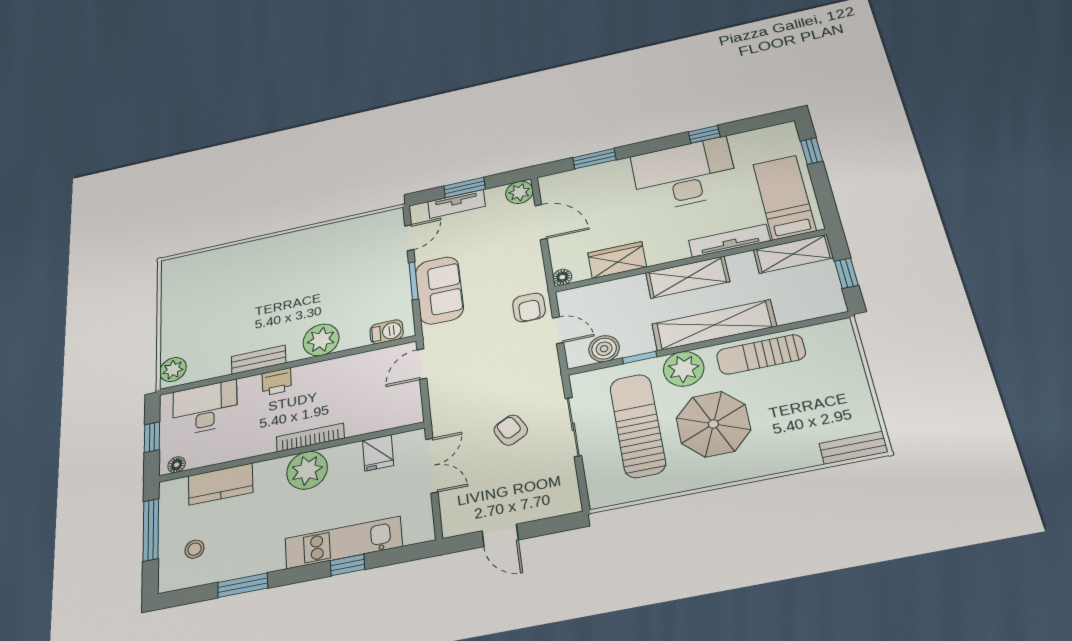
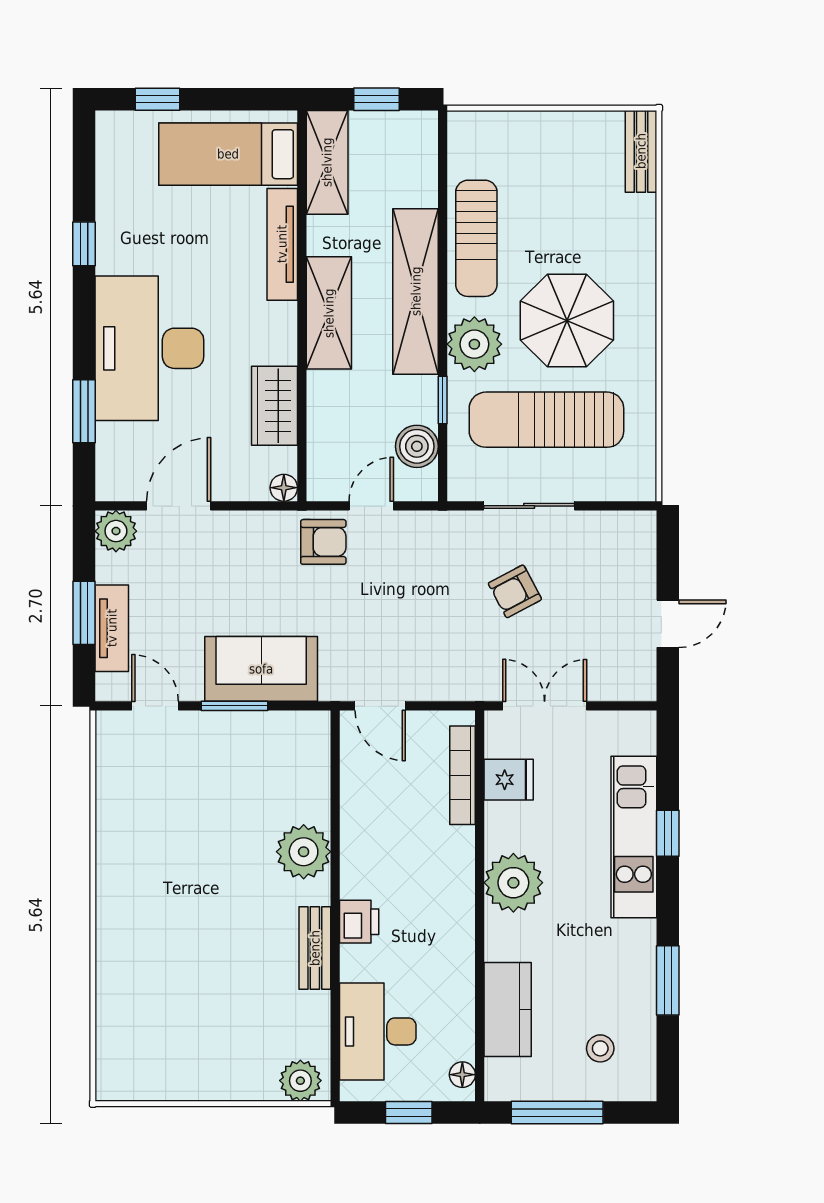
desk: (684, 174) -> (149, 348), moved
barbecue: (387, 332) -> (313, 753), removed
bookcase: (310, 438) -> (463, 775), moved

